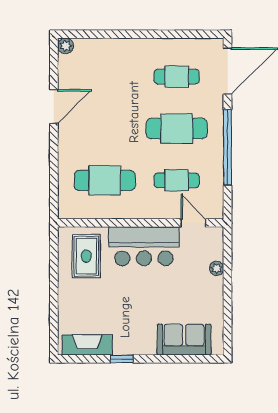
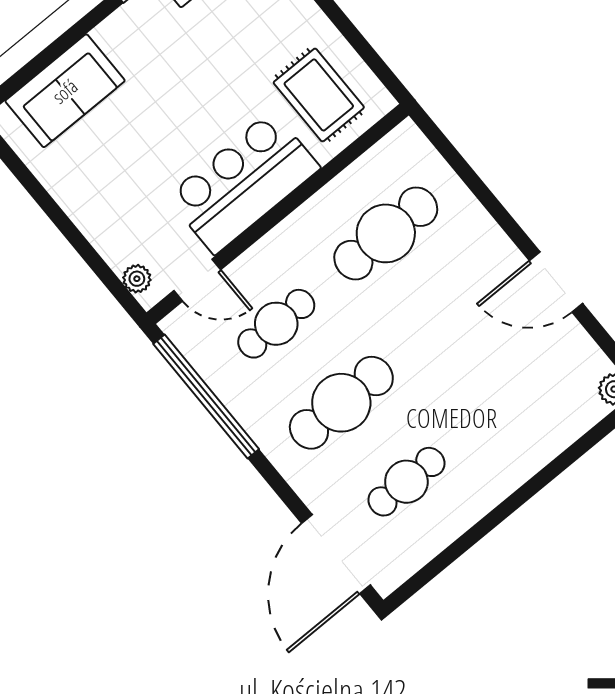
door: (54, 107) -> (556, 282), hinge flipped
window: (228, 147) -> (206, 397), moved
plant: (217, 268) -> (137, 279), moved

